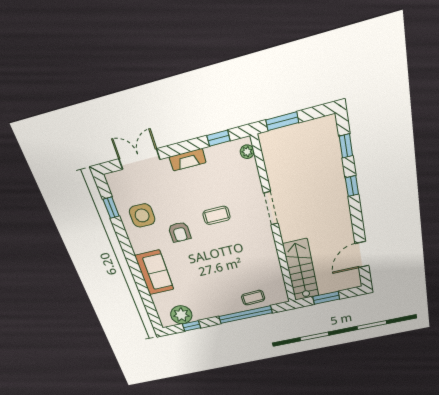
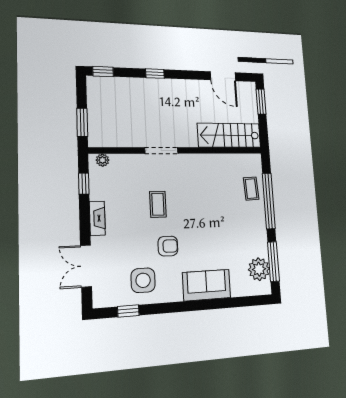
window: (346, 146) -> (103, 72), moved
window: (326, 298) -> (261, 102), moved
window: (191, 326) -> (273, 262), width x2.17

